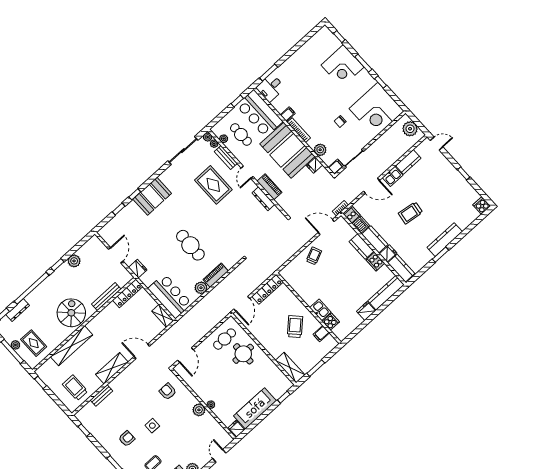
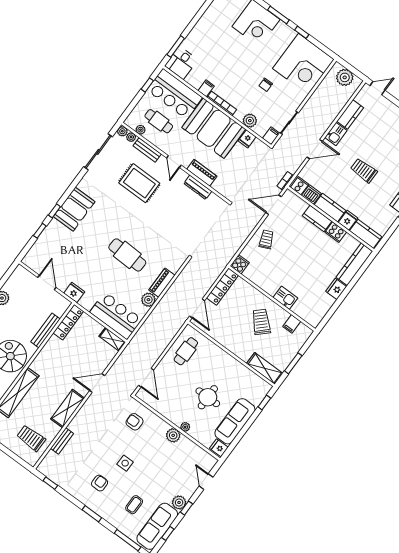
trolley: (410, 213) -> (364, 170), turned 82
cooker: (331, 322) -> (240, 264), moved
round table: (243, 354) -> (208, 397), moved

